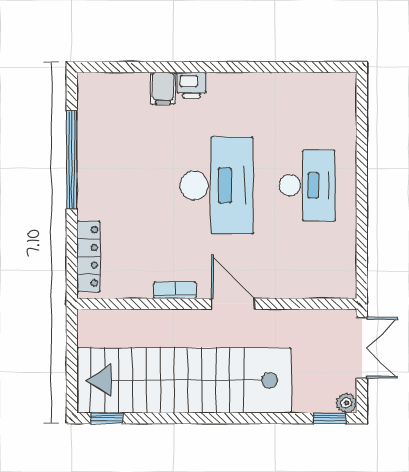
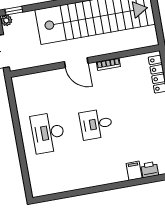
printer: (192, 85) -> (150, 170), moved
desk: (217, 185) -> (96, 124), width x0.53, depth x0.77

